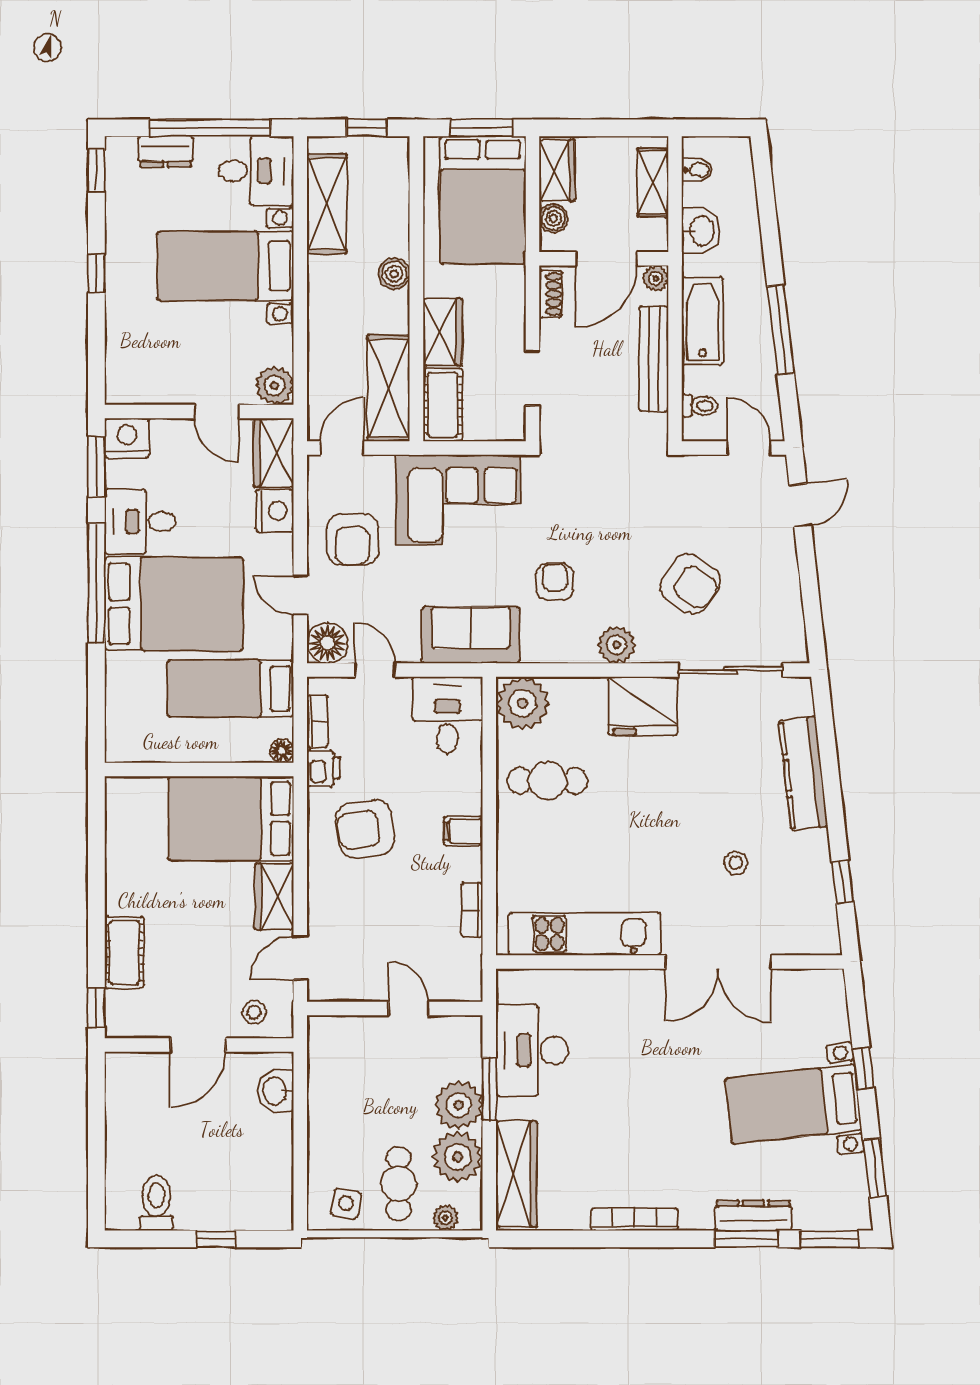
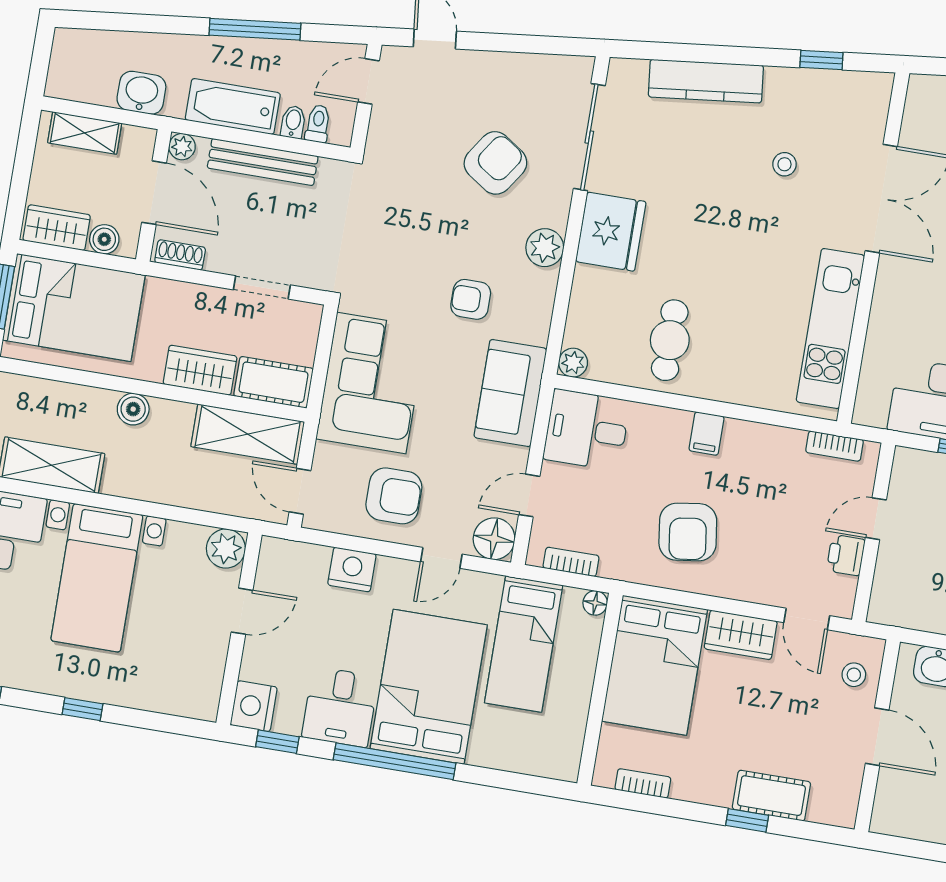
bidet: (697, 170) -> (293, 122), moved
wardrobe: (274, 453) -> (293, 561), removed
window: (96, 467) -> (277, 742), width x0.67
plant: (522, 703) -> (573, 363), width x0.53, depth x0.53
printer: (323, 768) -> (846, 555), moved, turned -90
bookcase: (115, 826) -> (643, 783), added
bookcase: (472, 910) -> (835, 446), moved
window: (96, 1008) -> (747, 820), moved

